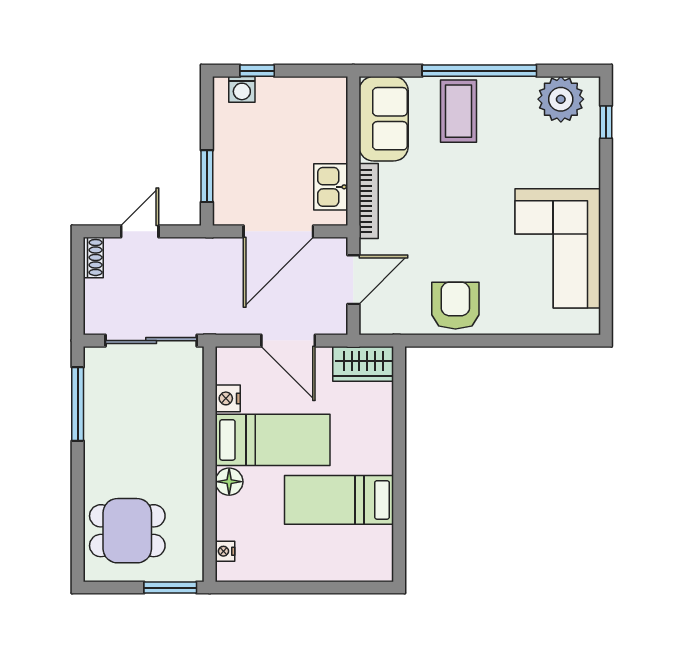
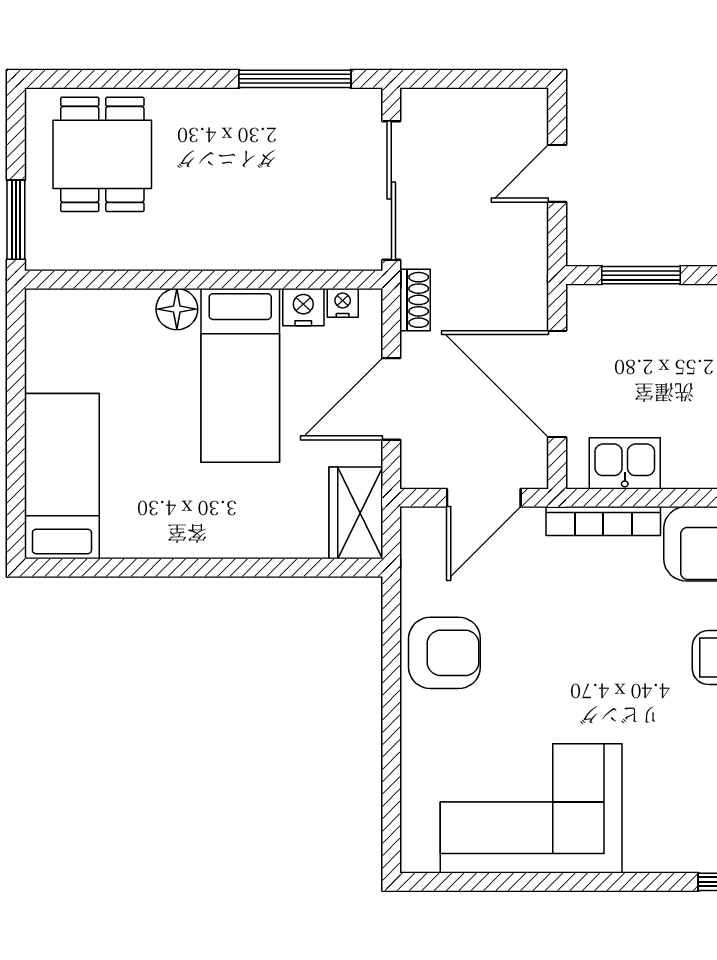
door: (140, 231) -> (557, 173), swing flipped
shoe rack: (93, 257) -> (415, 300), moved, turned -90
door: (353, 280) -> (484, 498), hinge flipped
bed: (339, 500) -> (62, 476), moved
nightstand: (225, 551) -> (343, 303), moved

